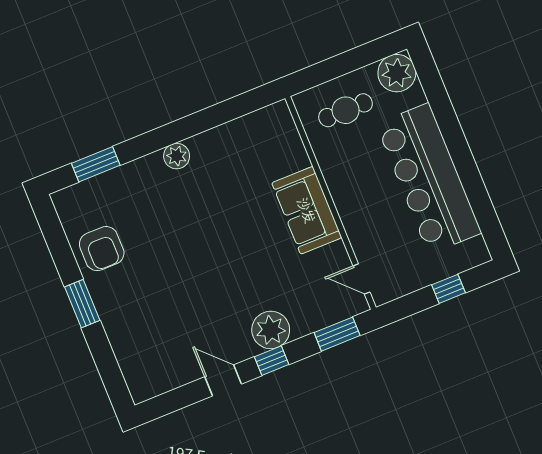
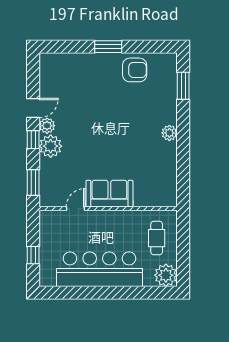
armchair: (102, 249) -> (135, 70), turned 180
door: (361, 279) -> (76, 209), moved
plant: (242, 348) -> (47, 126), added

